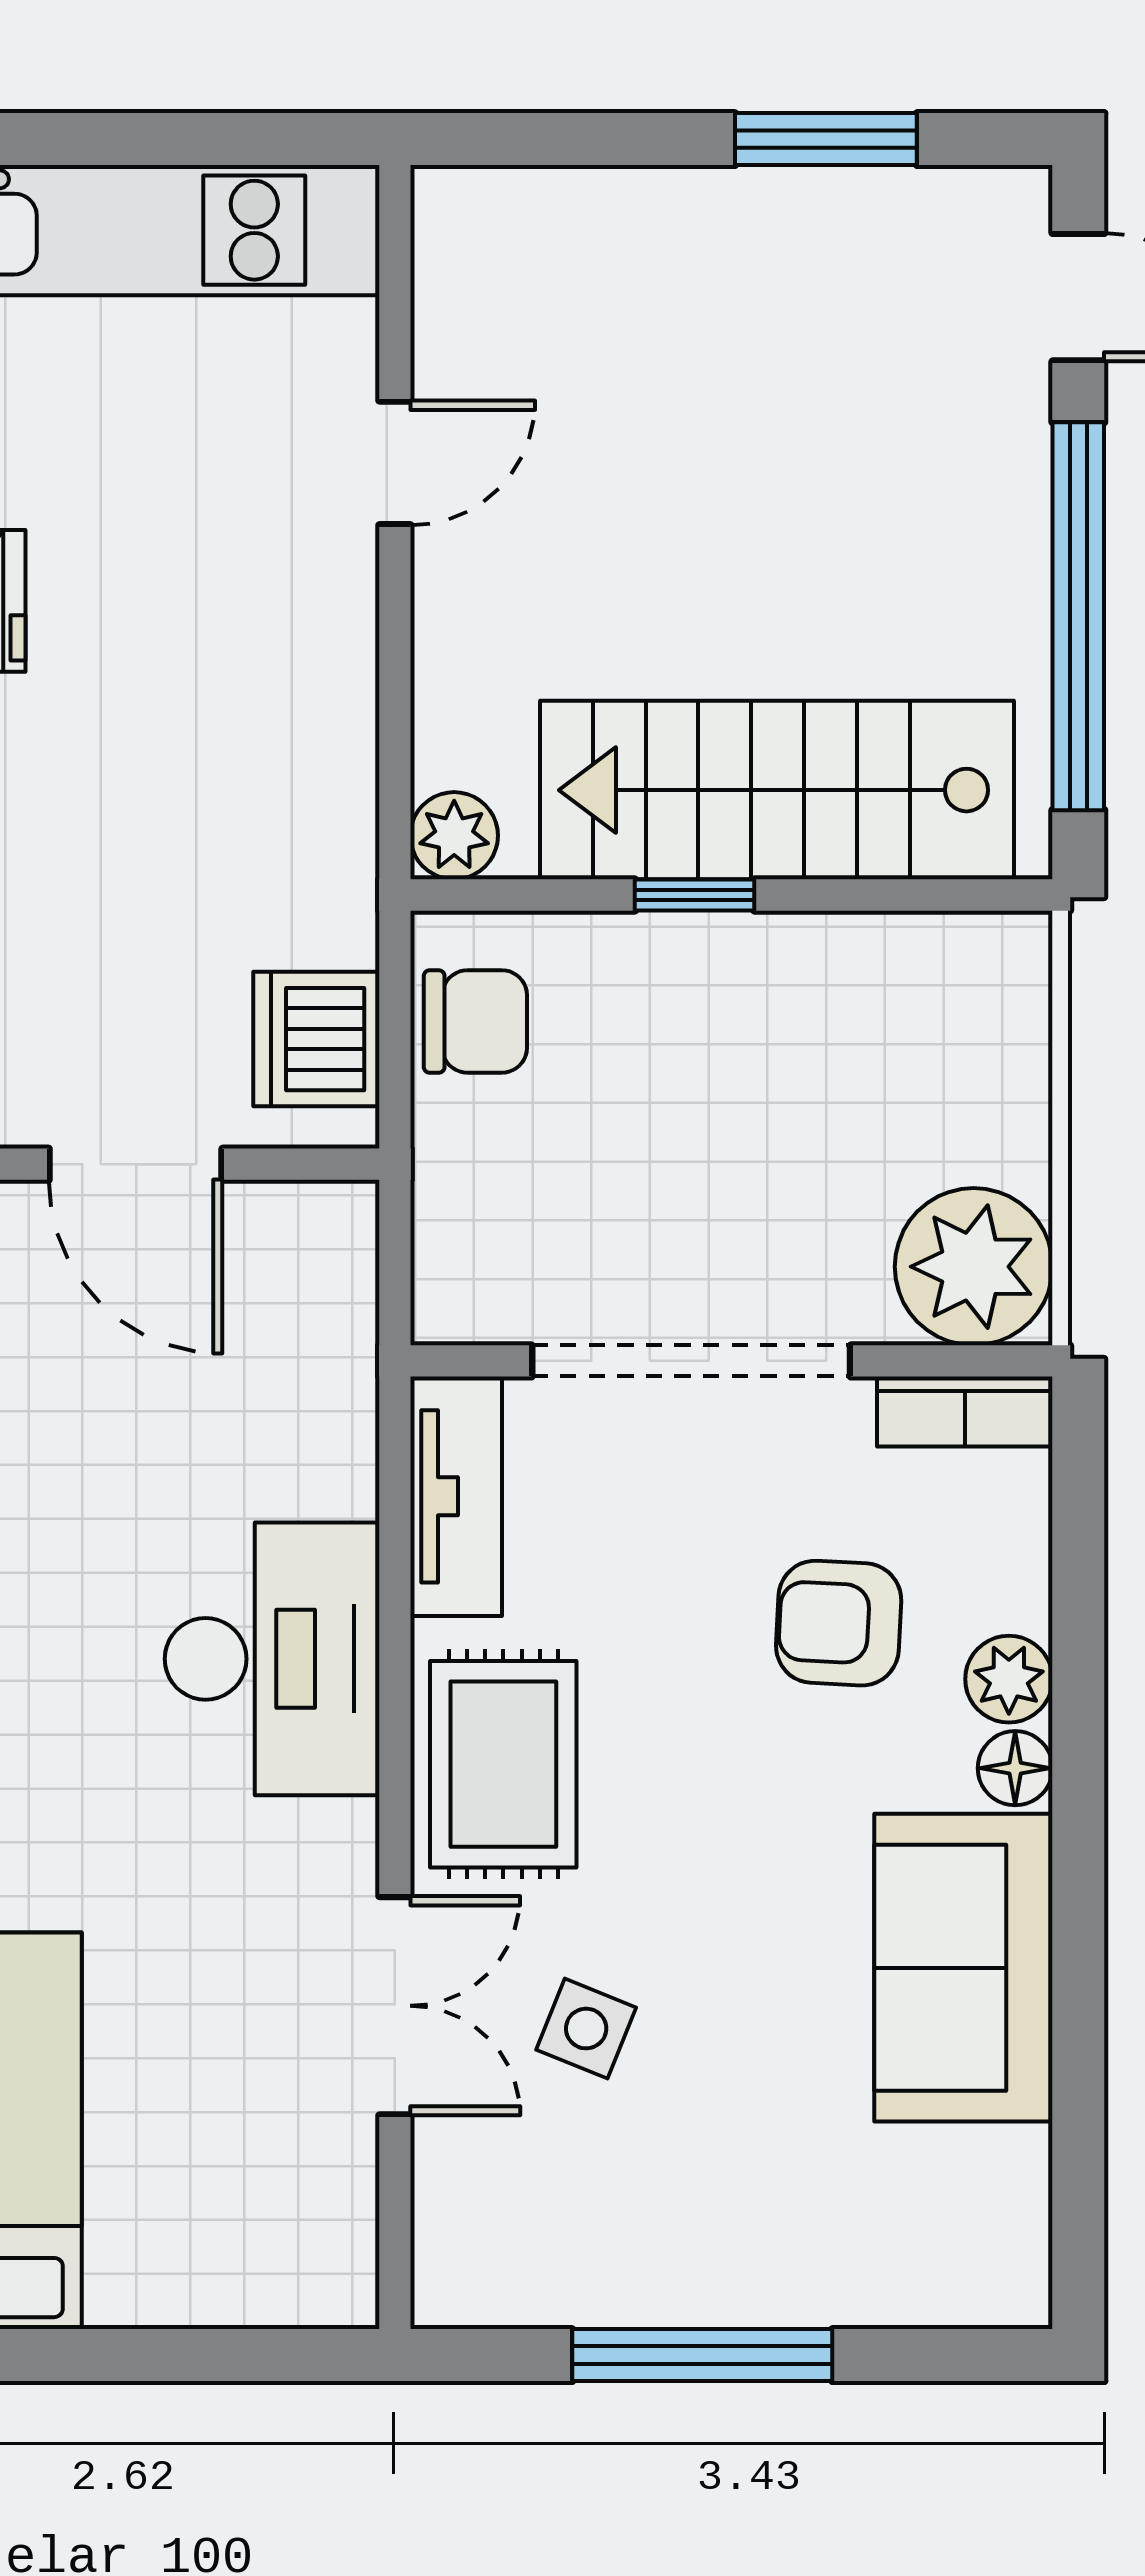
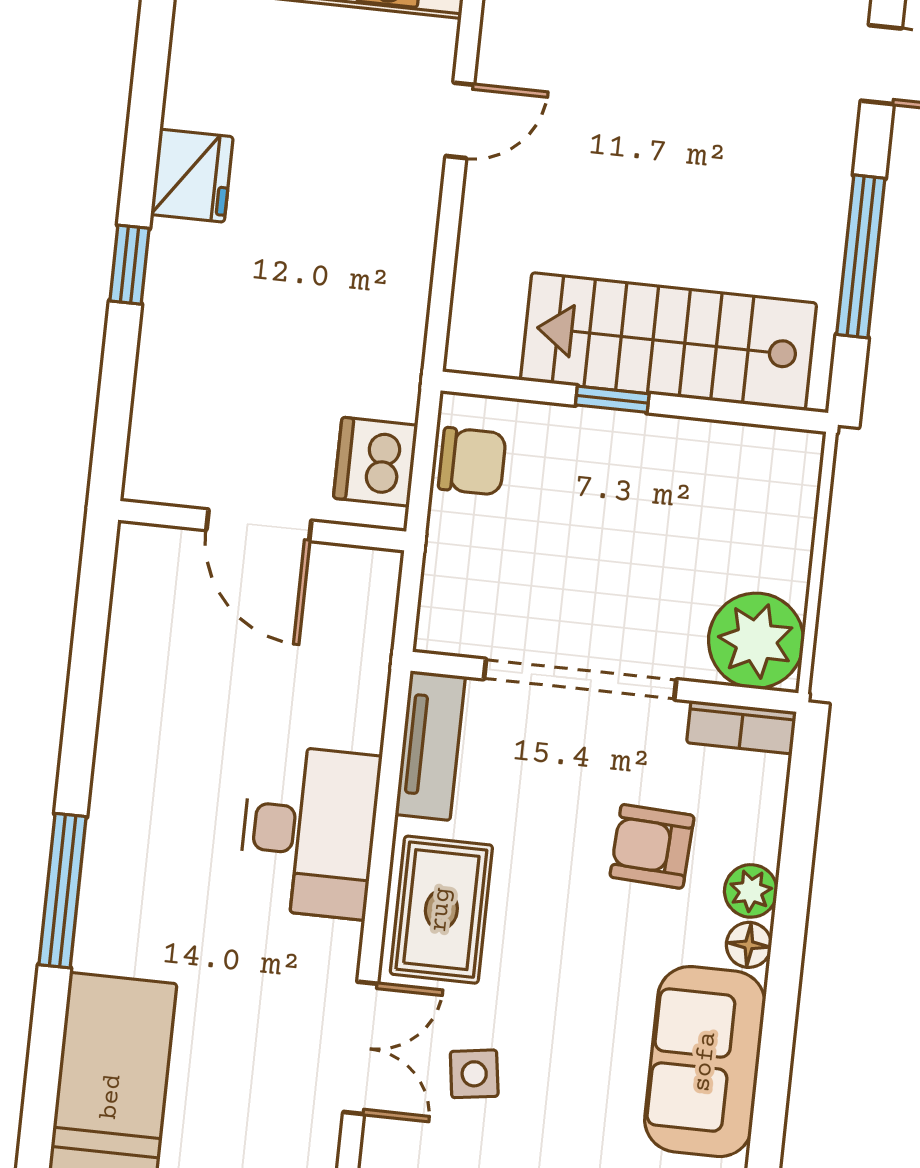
window: (1078, 616) -> (861, 256), width x0.68
plant: (454, 836) -> (471, 348), removed
side table: (586, 2029) -> (474, 1074), turned -30

